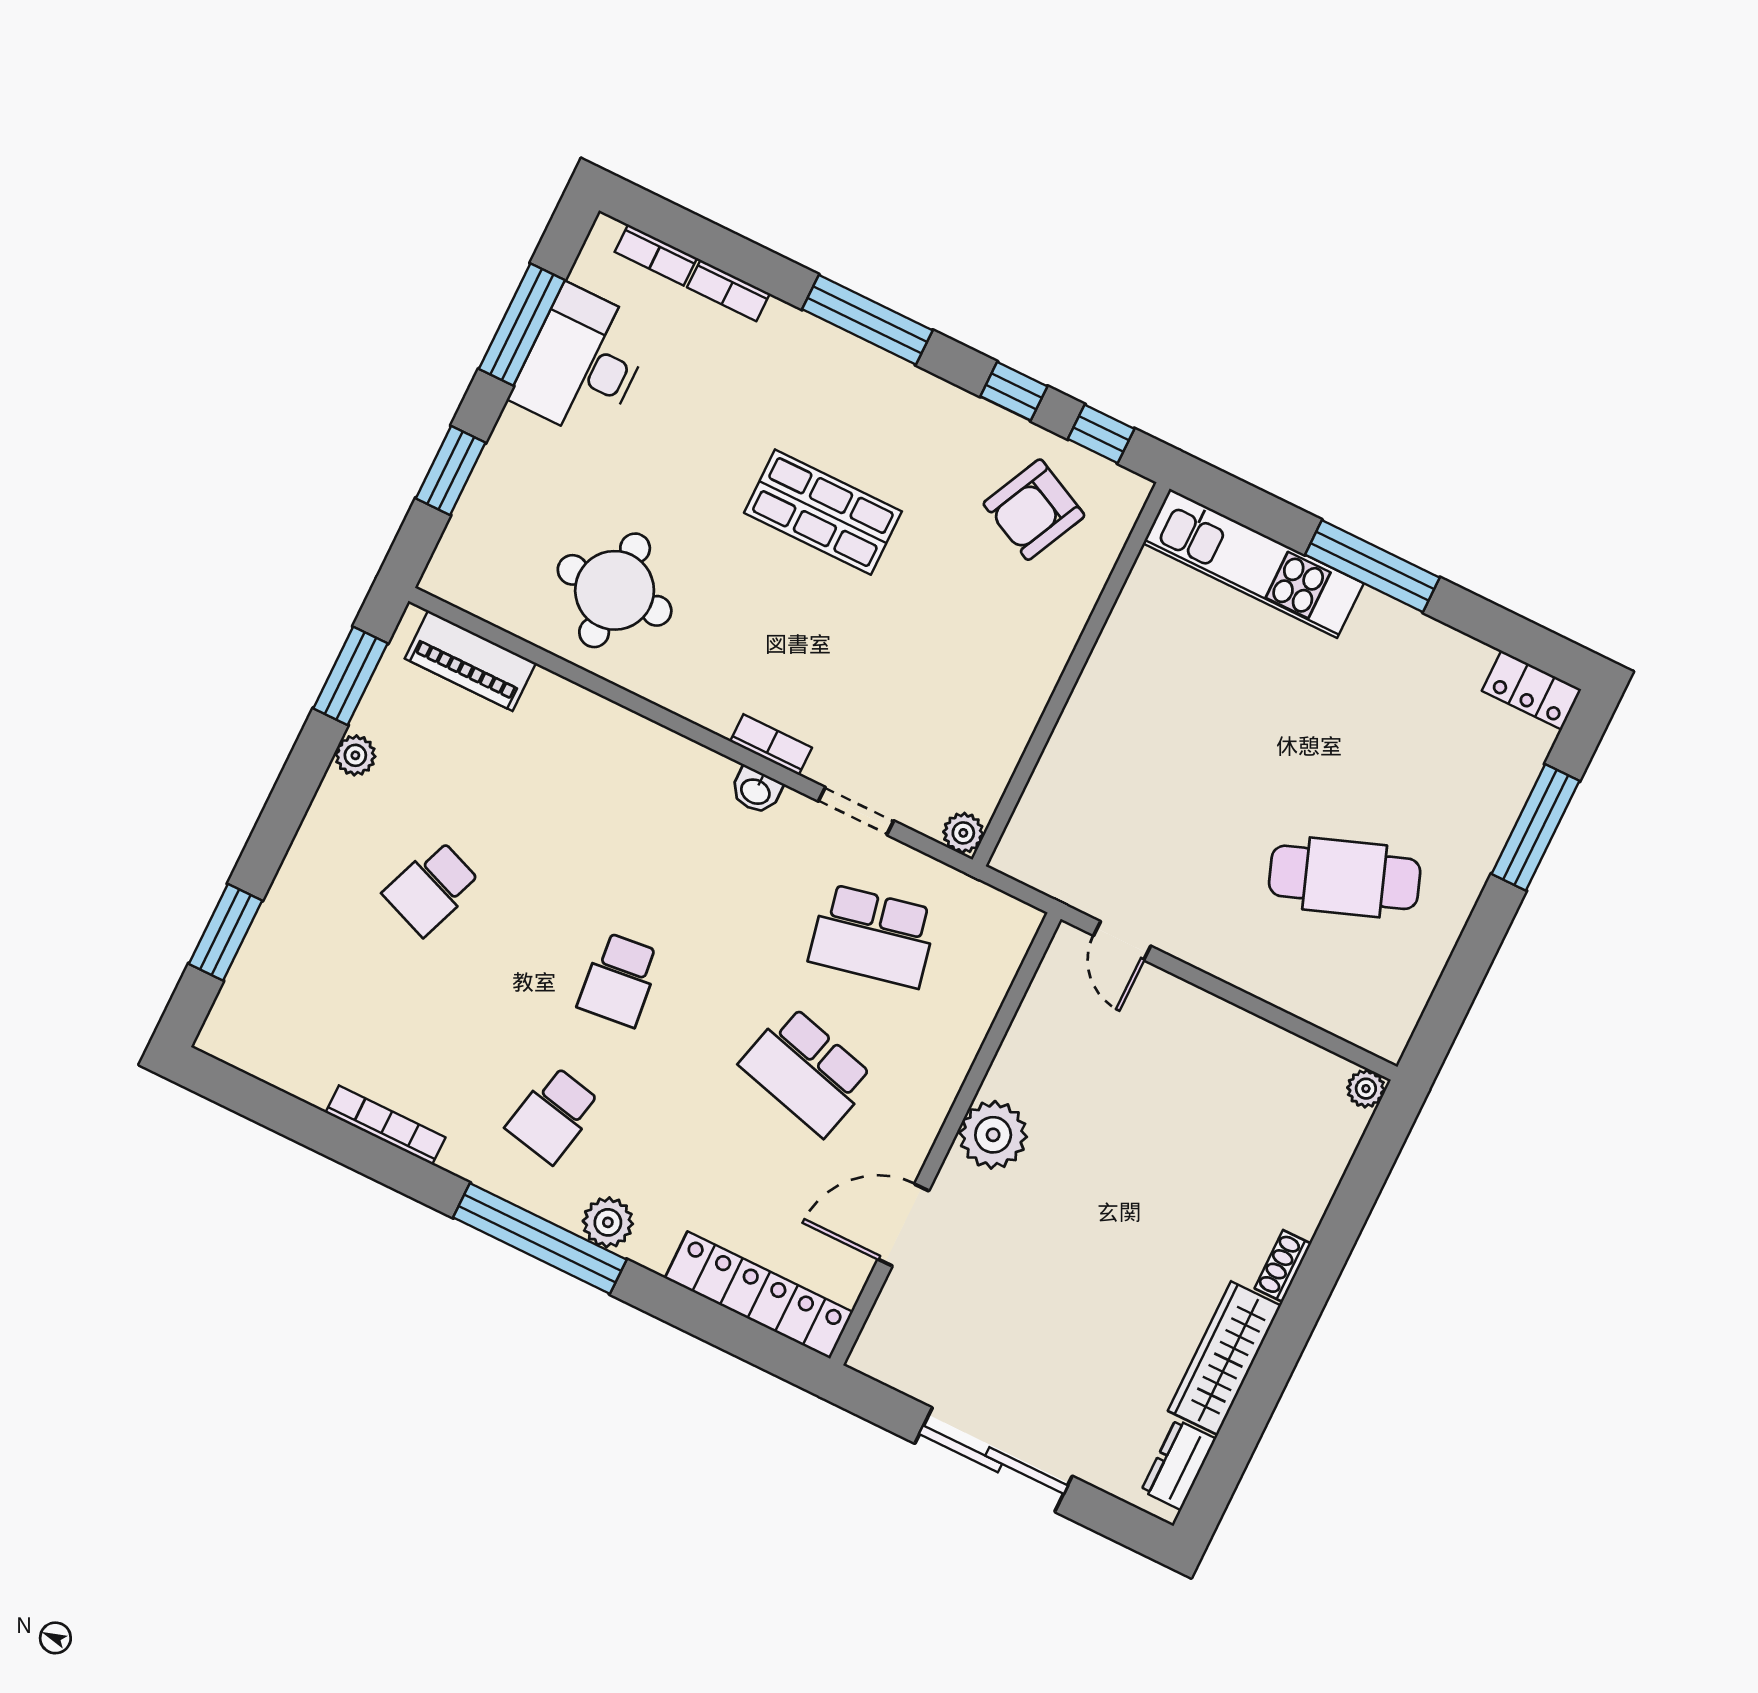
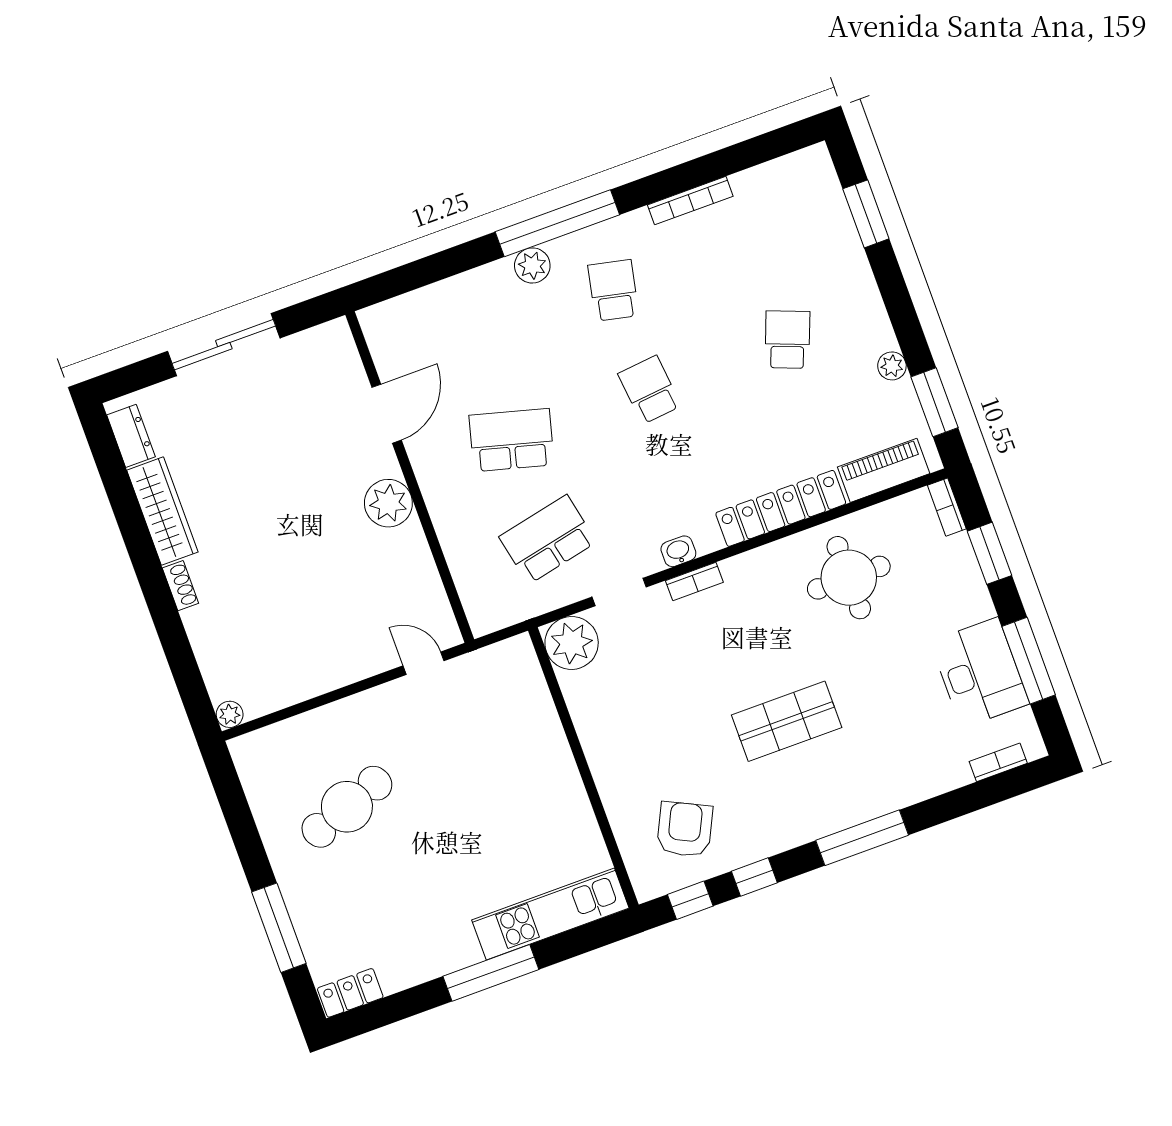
bookcase: (728, 291) -> (947, 507), moved, turned -90
plant: (963, 833) -> (572, 643), width x1.87, depth x1.87
locker: (759, 1295) -> (781, 508), moved, turned 180

